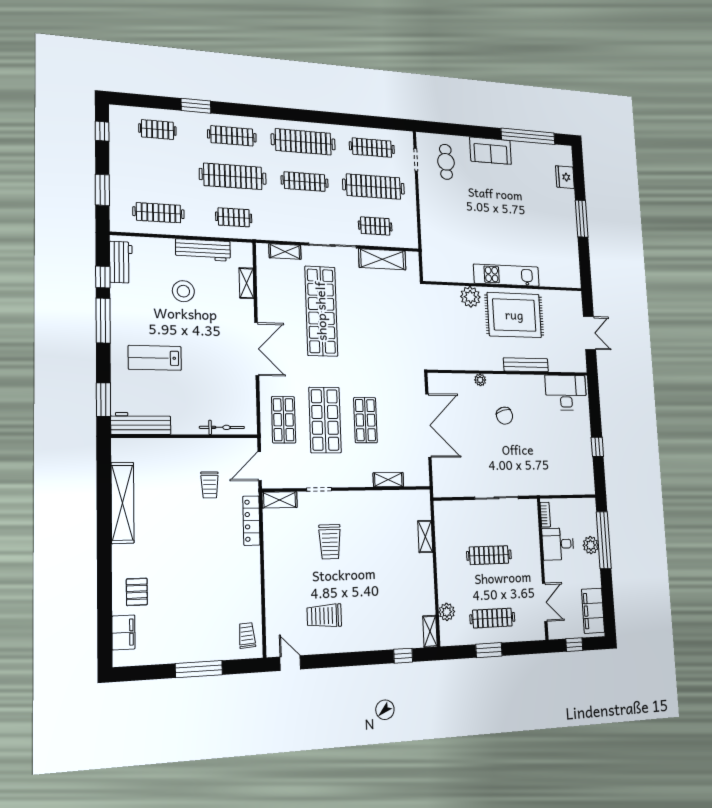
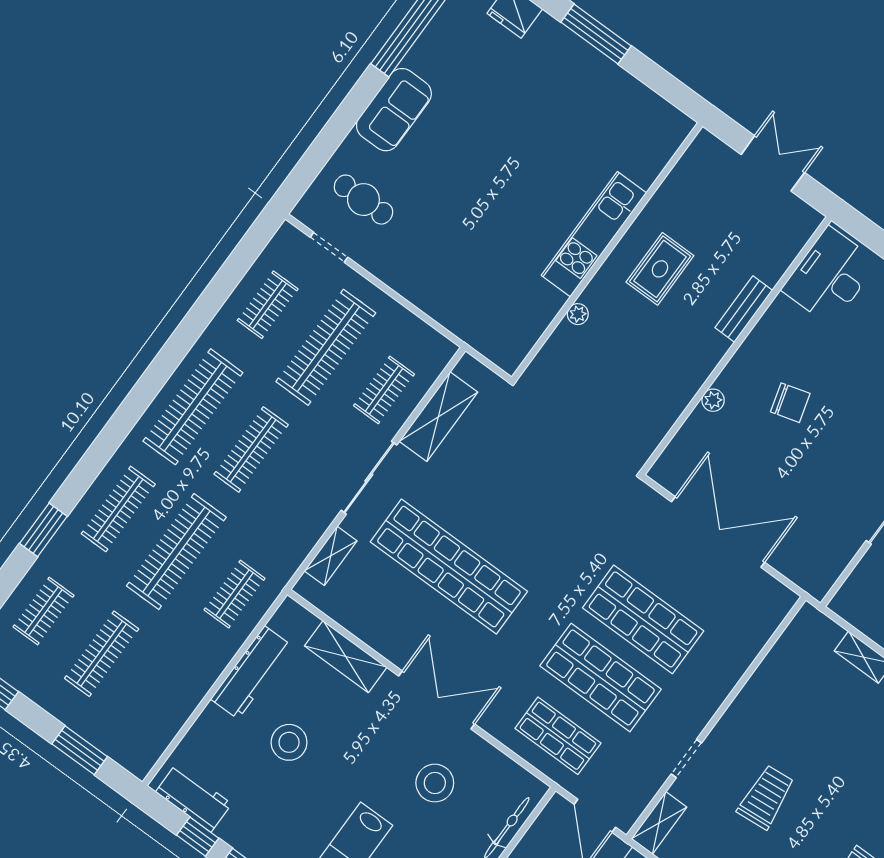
clothes rail: (372, 148) -> (268, 305), width x0.73
clothes rail: (159, 213) -> (102, 654), moved
shelving: (246, 283) -> (346, 657), width x1.50, depth x1.33
plant: (470, 297) -> (578, 314), width x0.53, depth x0.53
rug: (514, 315) -> (660, 269), width x0.54, depth x0.49
bench: (526, 365) -> (744, 309), width x0.73
stool: (217, 376) -> (435, 783), added
shop shelf: (365, 420) -> (643, 619), width x1.43, depth x1.36
shelving: (388, 480) -> (747, 650), removed
trolley: (330, 542) -> (766, 797), turned -95

